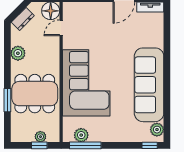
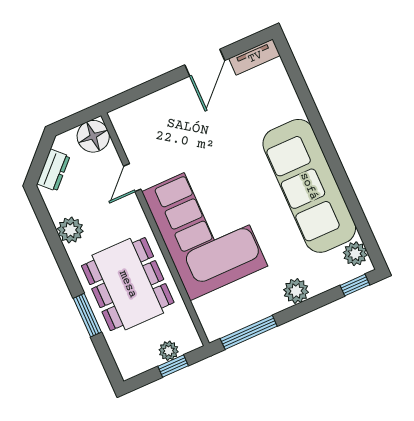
door: (61, 28) -> (132, 178), moved
dining table: (35, 94) -> (128, 284), turned 90
plant: (81, 135) -> (296, 291), moved

